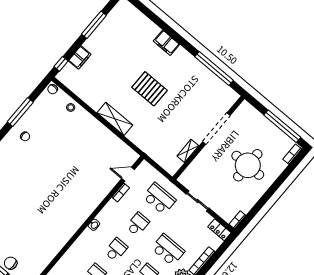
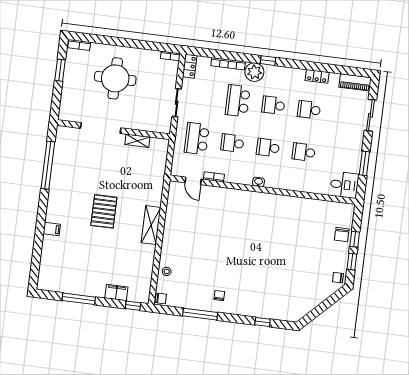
filing cabinet: (166, 43) -> (52, 229), width x0.50
window: (282, 126) -> (60, 70), width x0.47

